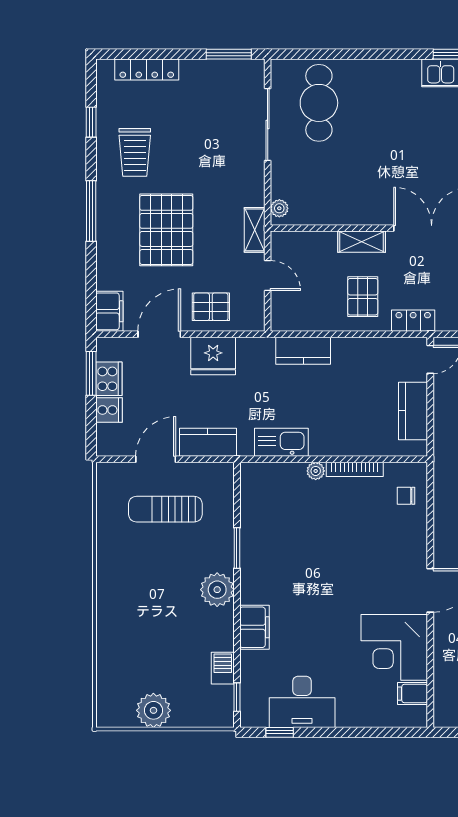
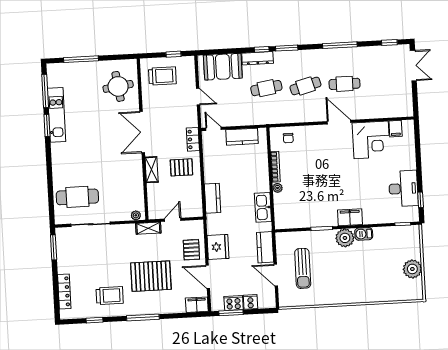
filing cabinet: (254, 627) -> (350, 217), moved
barbecue: (223, 668) -> (364, 234), moved

